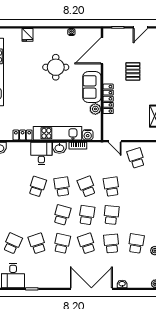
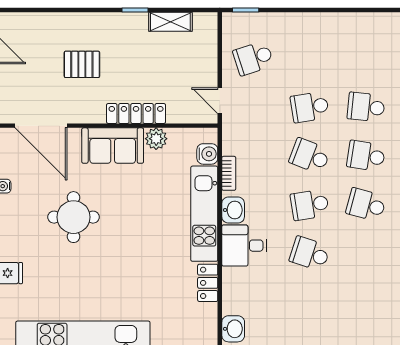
door: (115, 141) -> (220, 101), swing flipped
school desk: (87, 187) -> (310, 156), turned 42

